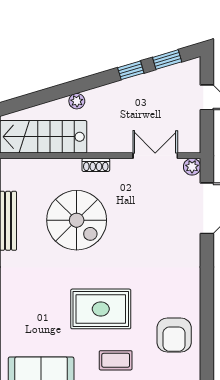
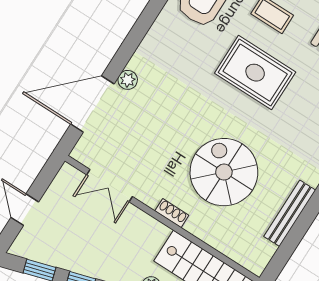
plant: (192, 167) -> (128, 80), moved

